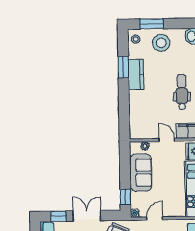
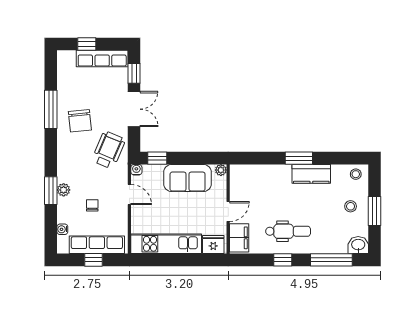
window: (152, 24) -> (375, 211), moved
stool: (161, 43) -> (351, 206), width x0.53, depth x0.53
window: (123, 67) -> (299, 158), moved
plant: (145, 146) -> (221, 170), moved

